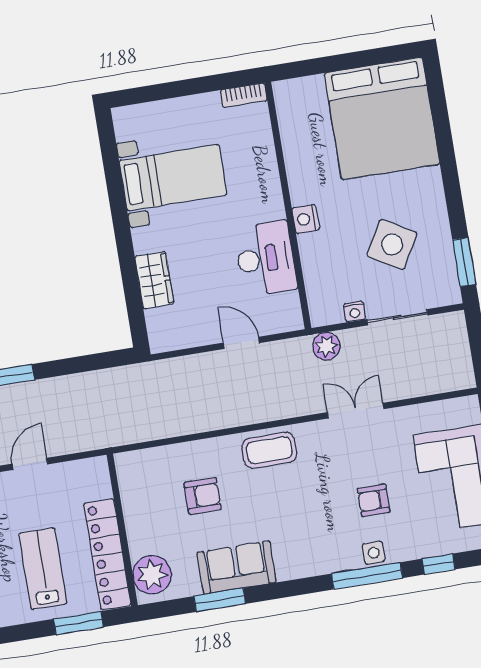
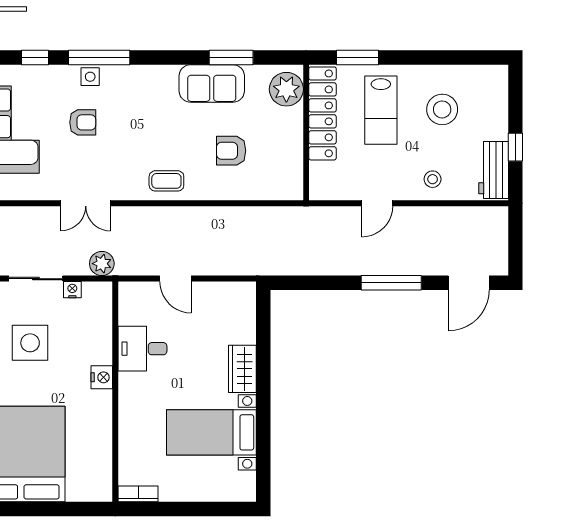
side table: (392, 244) -> (30, 343), turned -30
desk: (265, 258) -> (142, 349), width x0.73
wardrobe: (154, 280) -> (242, 369), moved
coffee table: (269, 450) -> (166, 181), width x0.73, depth x0.77

